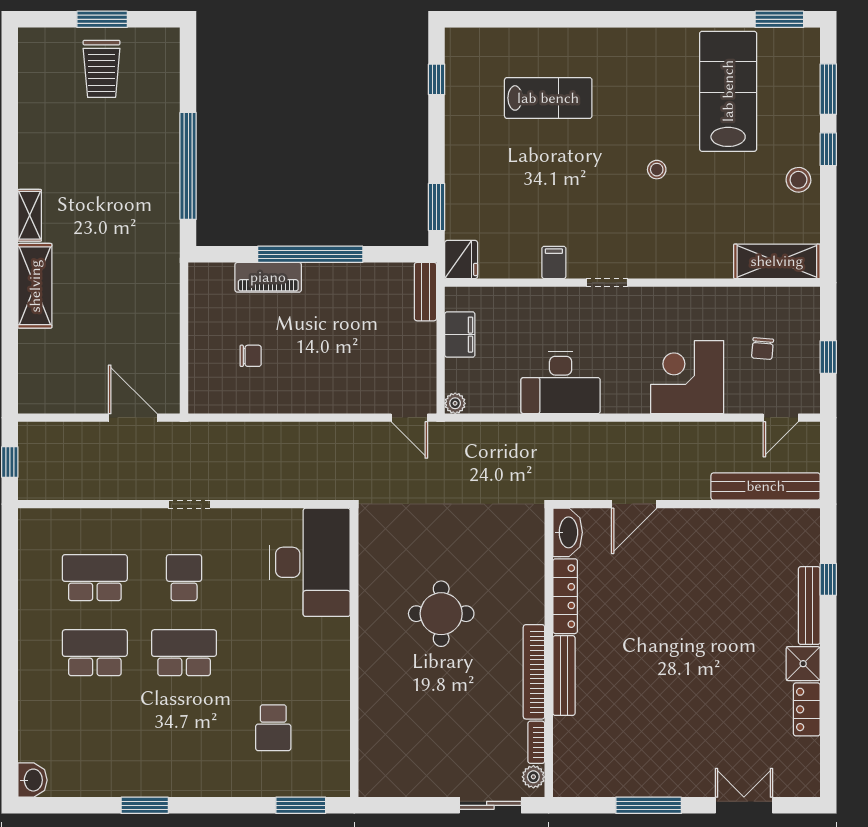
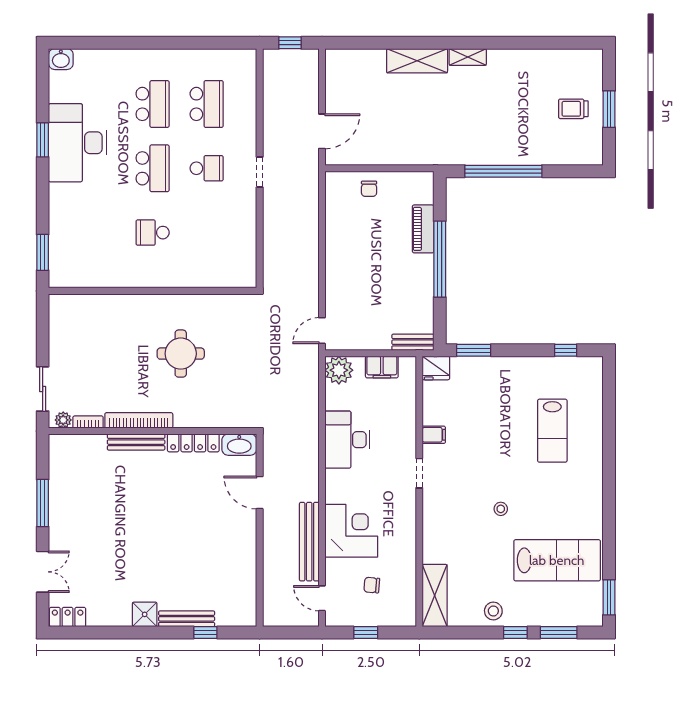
trolley: (102, 69) -> (573, 109), width x0.73, depth x0.72
chair: (251, 356) -> (369, 189), moved
plant: (455, 403) -> (339, 370), width x1.87, depth x1.87
bench: (766, 486) -> (309, 542), moved
desk: (310, 562) -> (78, 143), moved, turned 90
locker: (807, 709) -> (68, 617), moved
school desk: (273, 728) -> (153, 233), moved

